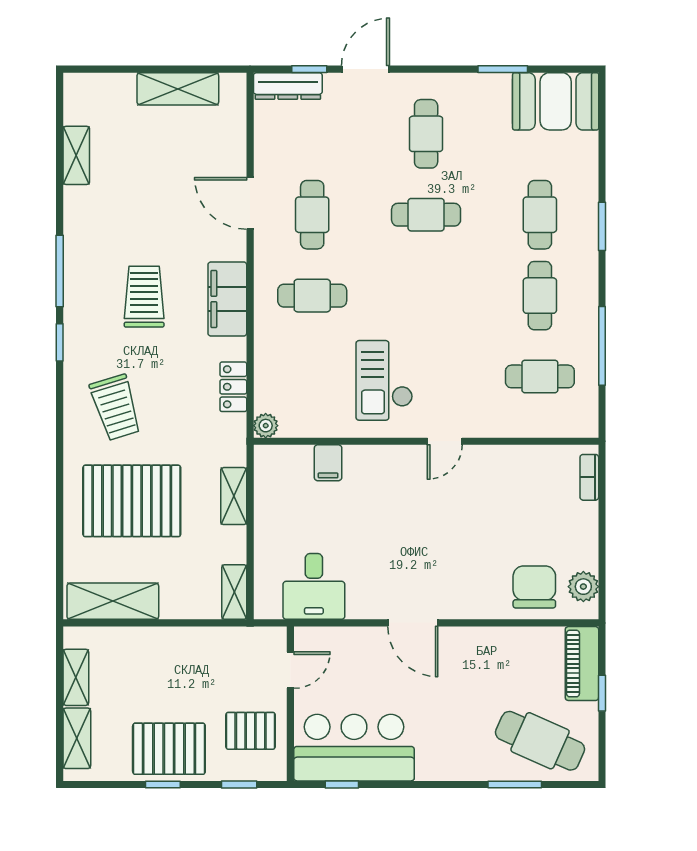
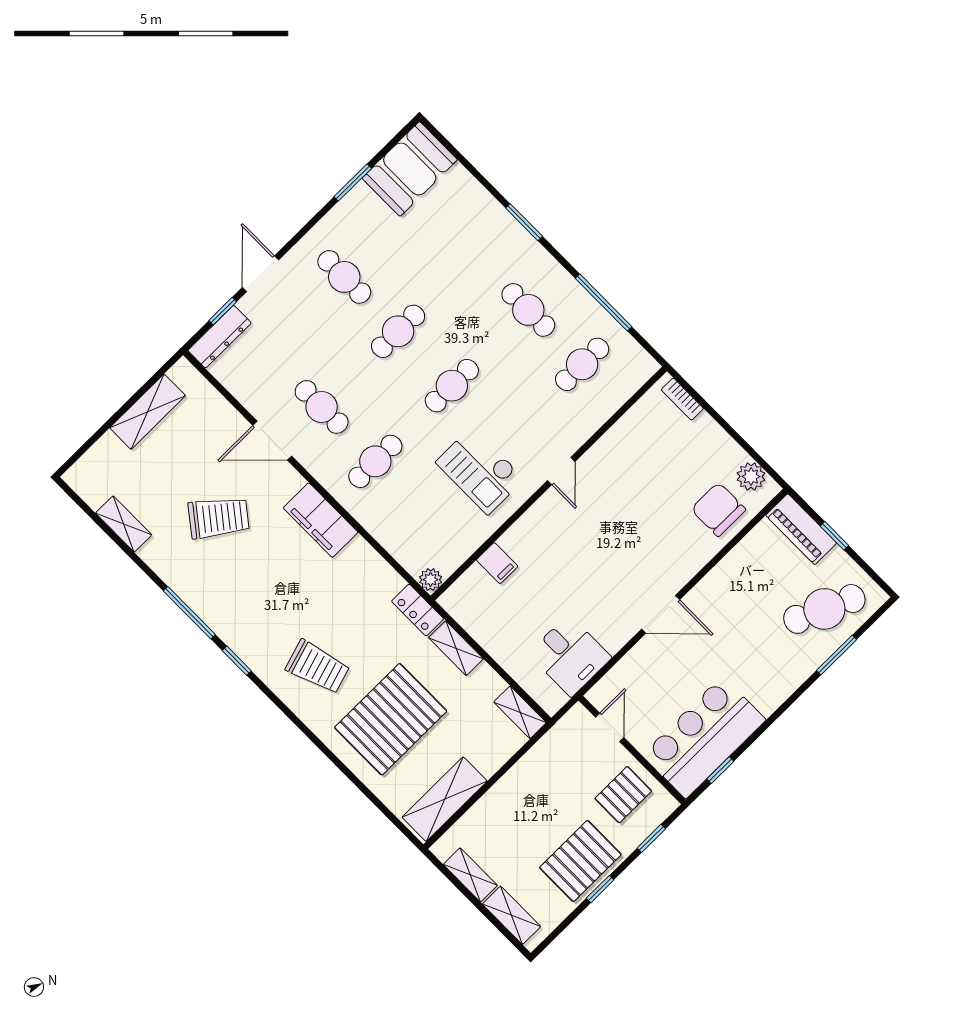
cafe table: (540, 215) -> (452, 386), moved, turned 90
trolley: (144, 297) -> (219, 518), moved, turned 128
locker: (233, 387) -> (418, 610), moved

